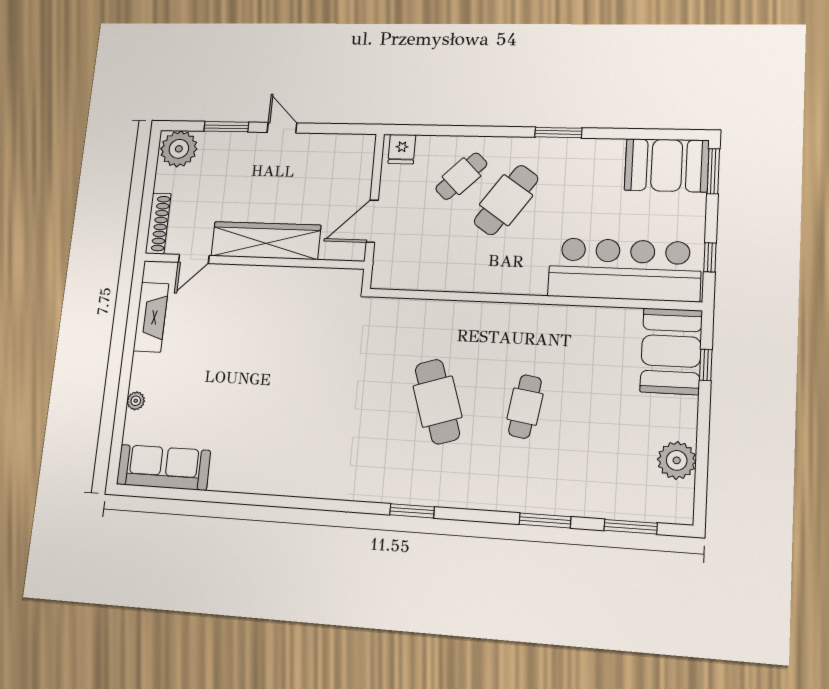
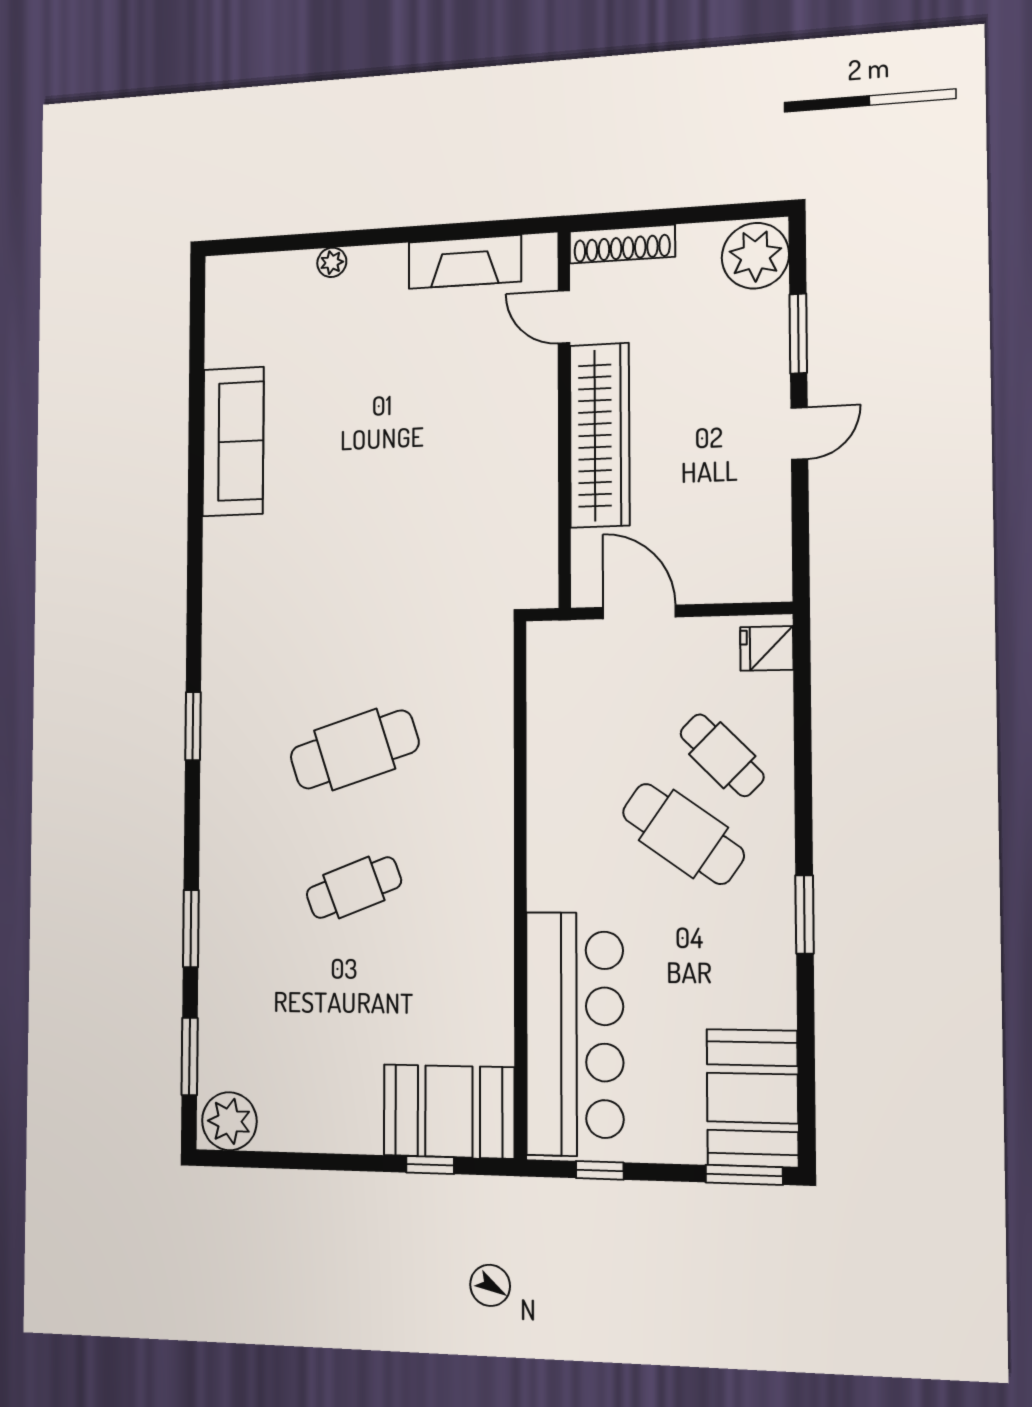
cafe table: (525, 407) -> (354, 888), turned -30
plant: (677, 460) -> (229, 1121), moved
sofa: (163, 467) -> (233, 441), moved

